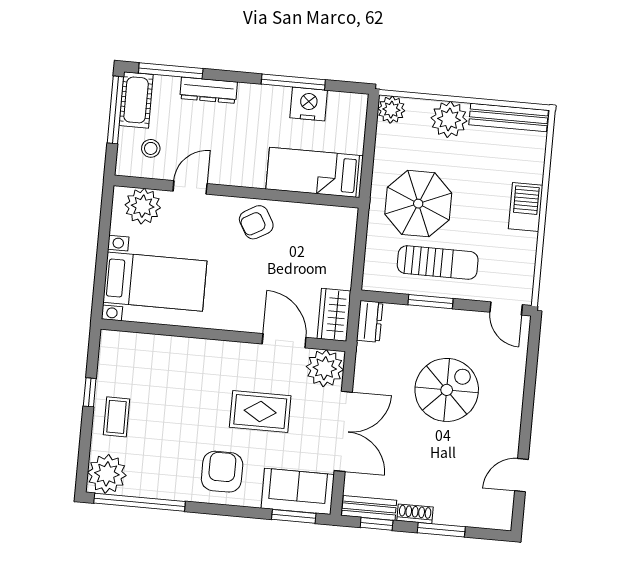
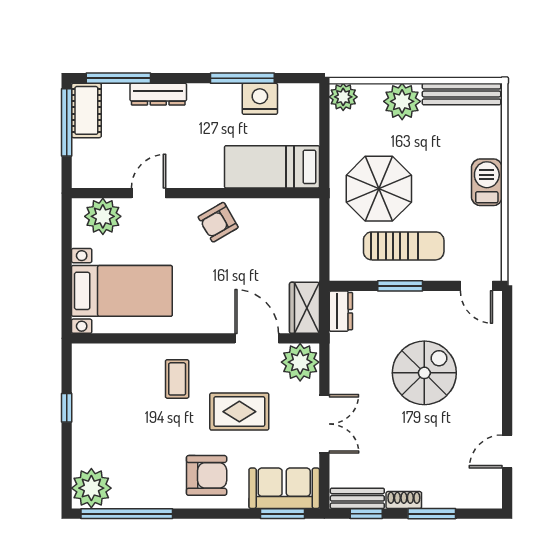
stool: (151, 148) -> (106, 158), removed
coffee table: (117, 417) -> (177, 379), moved
double door: (343, 431) -> (324, 424), width x0.73
armchair: (222, 472) -> (207, 475), turned 90

